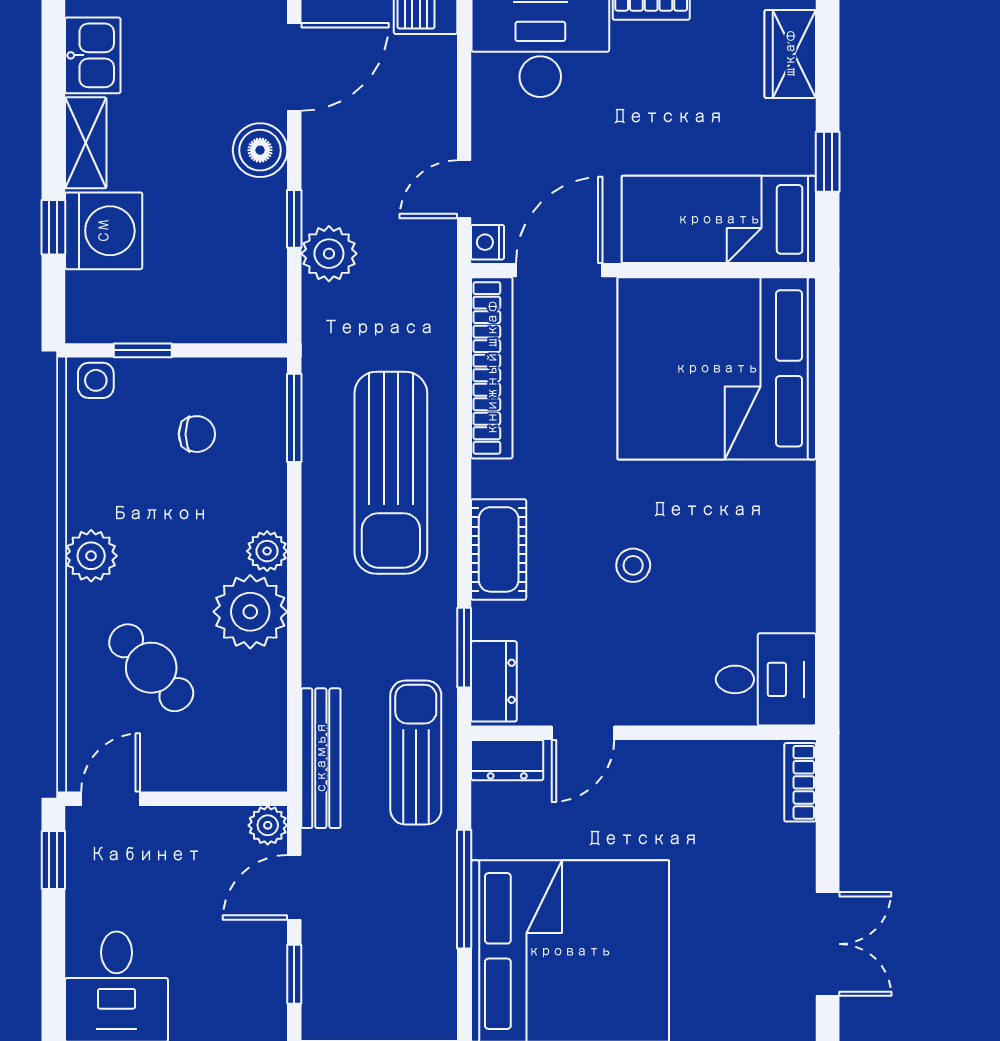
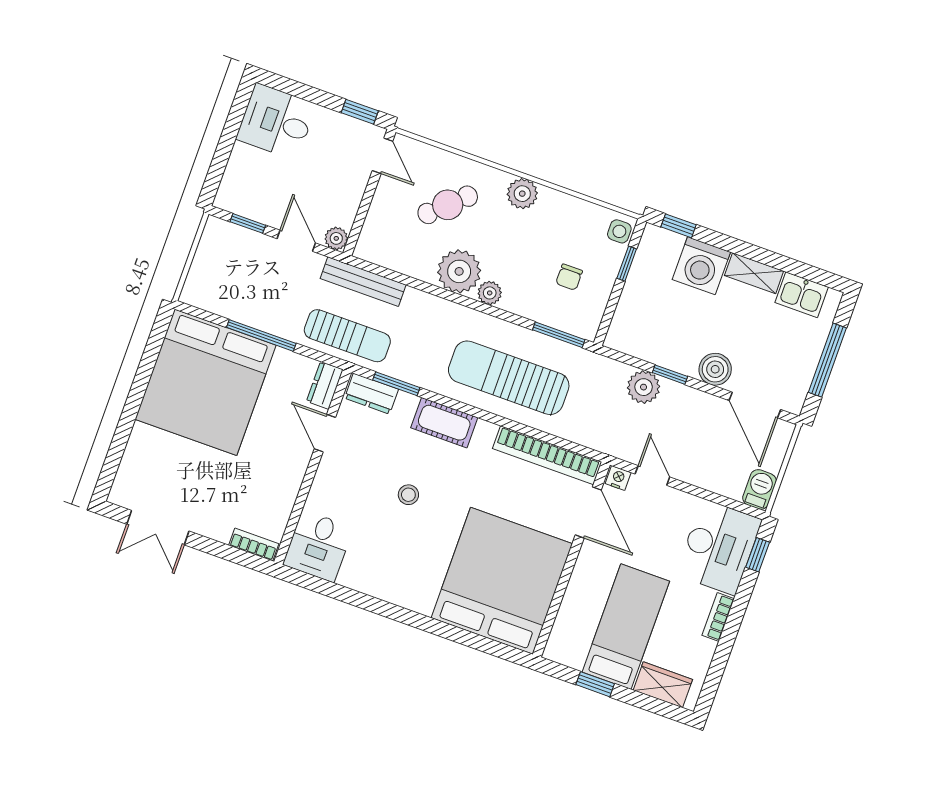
bed: (719, 219) -> (626, 627), moved
window: (53, 227) -> (679, 226), moved

